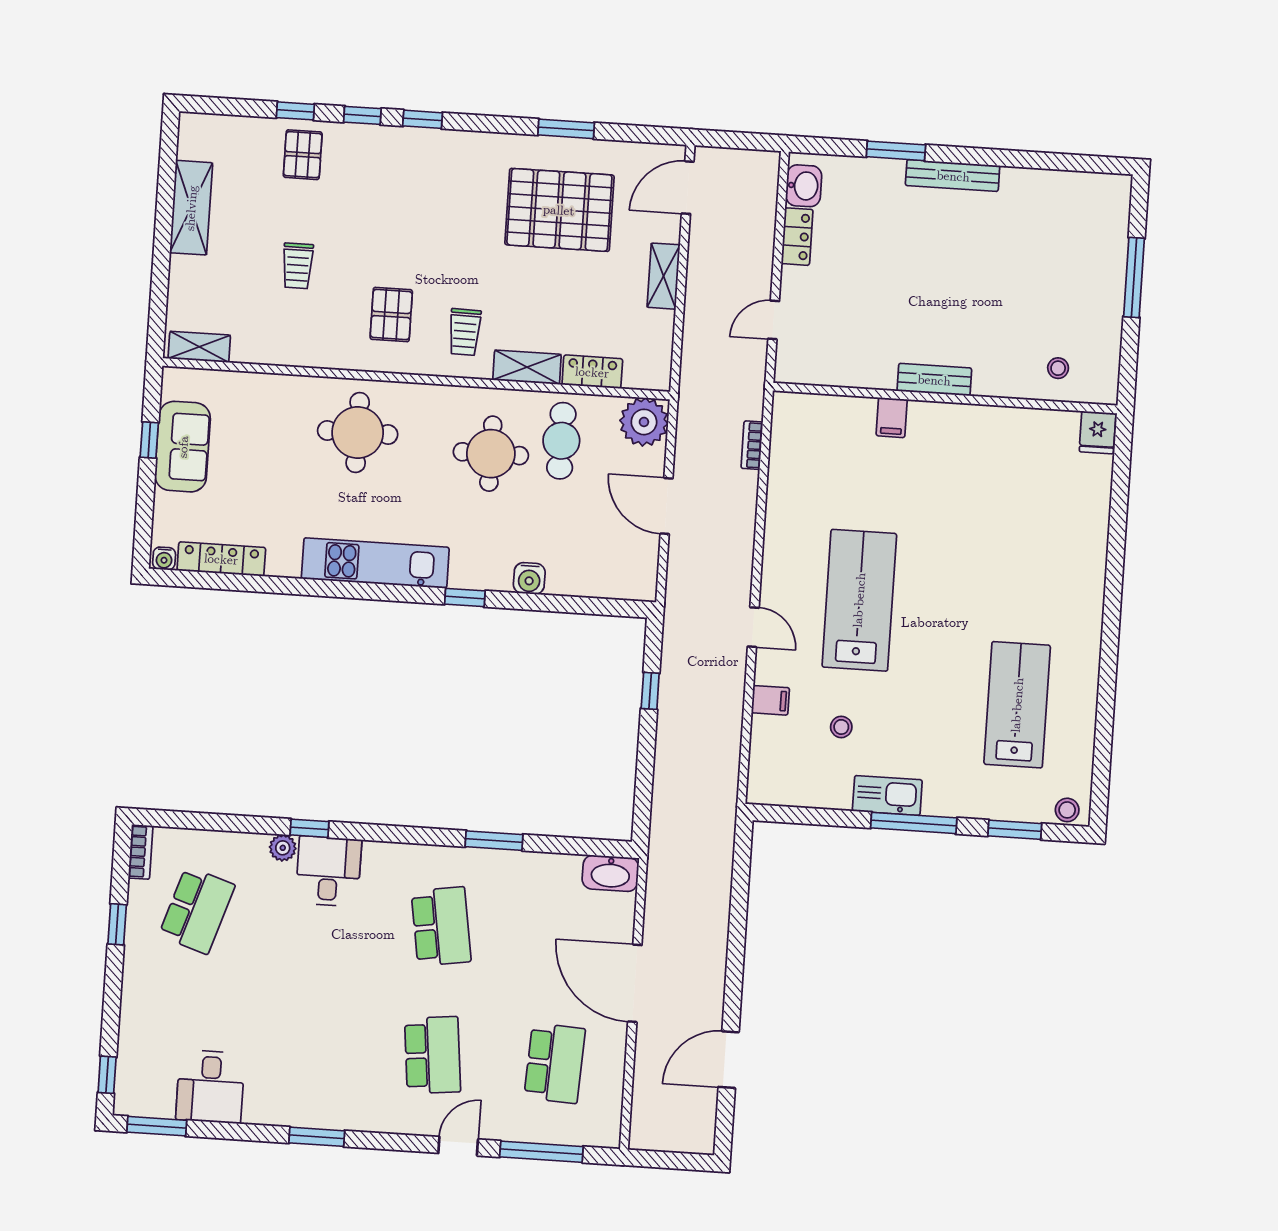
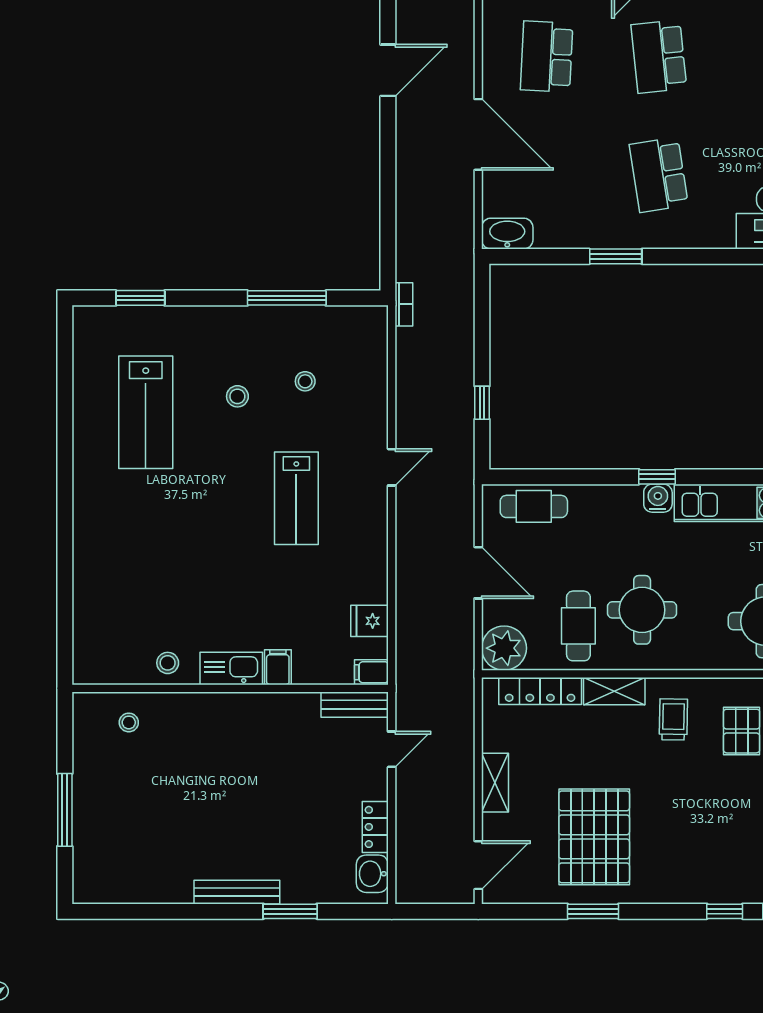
pallet: (559, 210) -> (594, 837), turned 90
locker: (592, 372) -> (540, 691), width x1.53
bench: (934, 380) -> (355, 705), moved
stool: (1011, 430) -> (168, 663), added
fridge: (1098, 432) -> (370, 621), moved, turned -90
bookcase: (752, 445) -> (404, 304), moved
cafe table: (601, 574) -> (534, 506), added
water cooler: (529, 578) -> (658, 498), moved
lab bench: (859, 600) -> (296, 498), width x0.73, depth x0.72
door: (753, 627) -> (392, 467), swing flipped
filing cabinet: (770, 700) -> (371, 672), moved
kitchen sink: (887, 795) -> (231, 668), moved, turned 180
stool: (1067, 810) -> (237, 396), moved
window: (914, 823) -> (287, 298), moved

